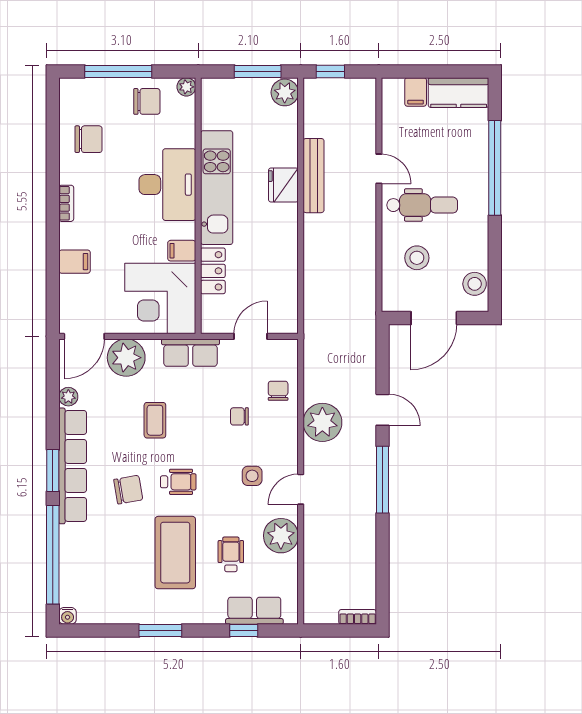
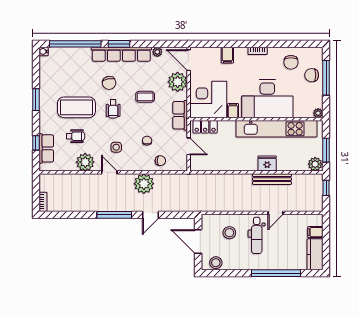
chair: (147, 101) -> (312, 75), moved, turned 90
desk: (167, 185) -> (267, 99), width x1.36, depth x1.30
kitchen unit: (217, 188) -> (277, 129), width x1.36
locker: (213, 271) -> (205, 127), moved

